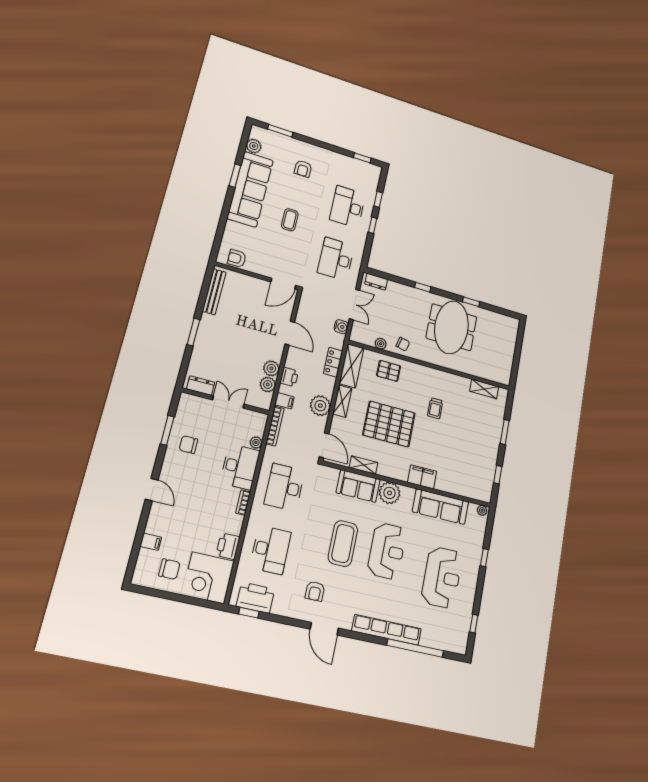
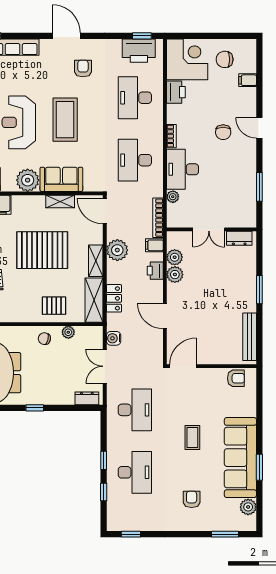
chair: (188, 445) -> (223, 132), moved, turned 90
desk: (285, 487) -> (135, 160), turned 180

